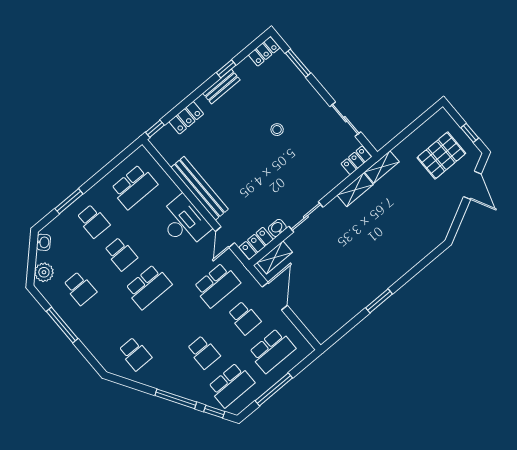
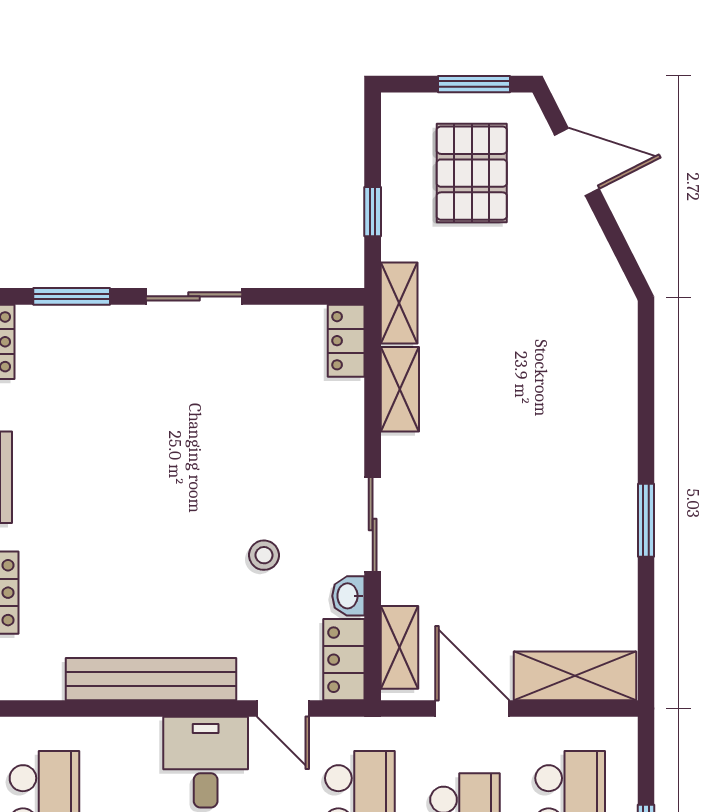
sliding door: (345, 119) -> (194, 296), moved
stool: (277, 130) -> (264, 555), moved
window: (470, 133) -> (474, 84), width x1.50
window: (403, 135) -> (373, 212), added
desk: (184, 222) -> (206, 762), width x0.73
shelving: (312, 320) -> (575, 676), added

